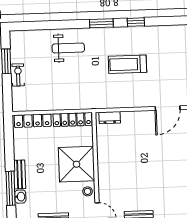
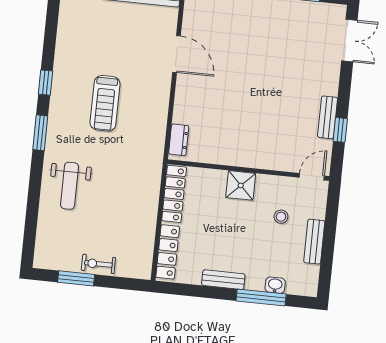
weight bench: (68, 48) -> (69, 186), turned 180
shower: (77, 164) -> (241, 185), width x0.54, depth x0.54
bench: (20, 174) -> (223, 280), moved
stool: (88, 191) -> (281, 217), moved

